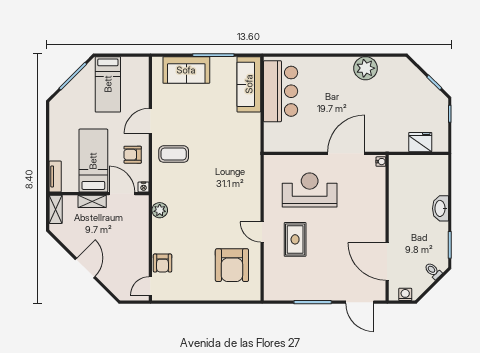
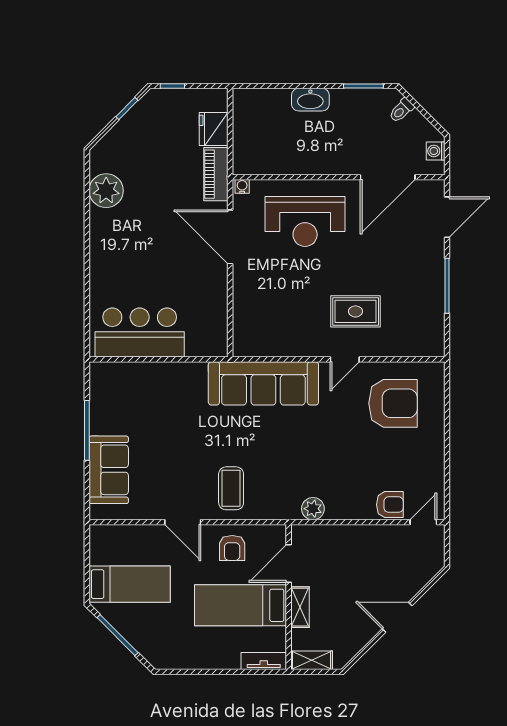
plant: (366, 68) -> (106, 191), moved
sofa: (249, 84) -> (263, 383), moved, width x1.36, depth x1.27
piano: (389, 144) -> (216, 174), added
nightstand: (144, 187) -> (279, 532), removed
reception desk: (310, 190) -> (305, 222), moved, turned -90
door: (150, 286) -> (423, 522), swing flipped

